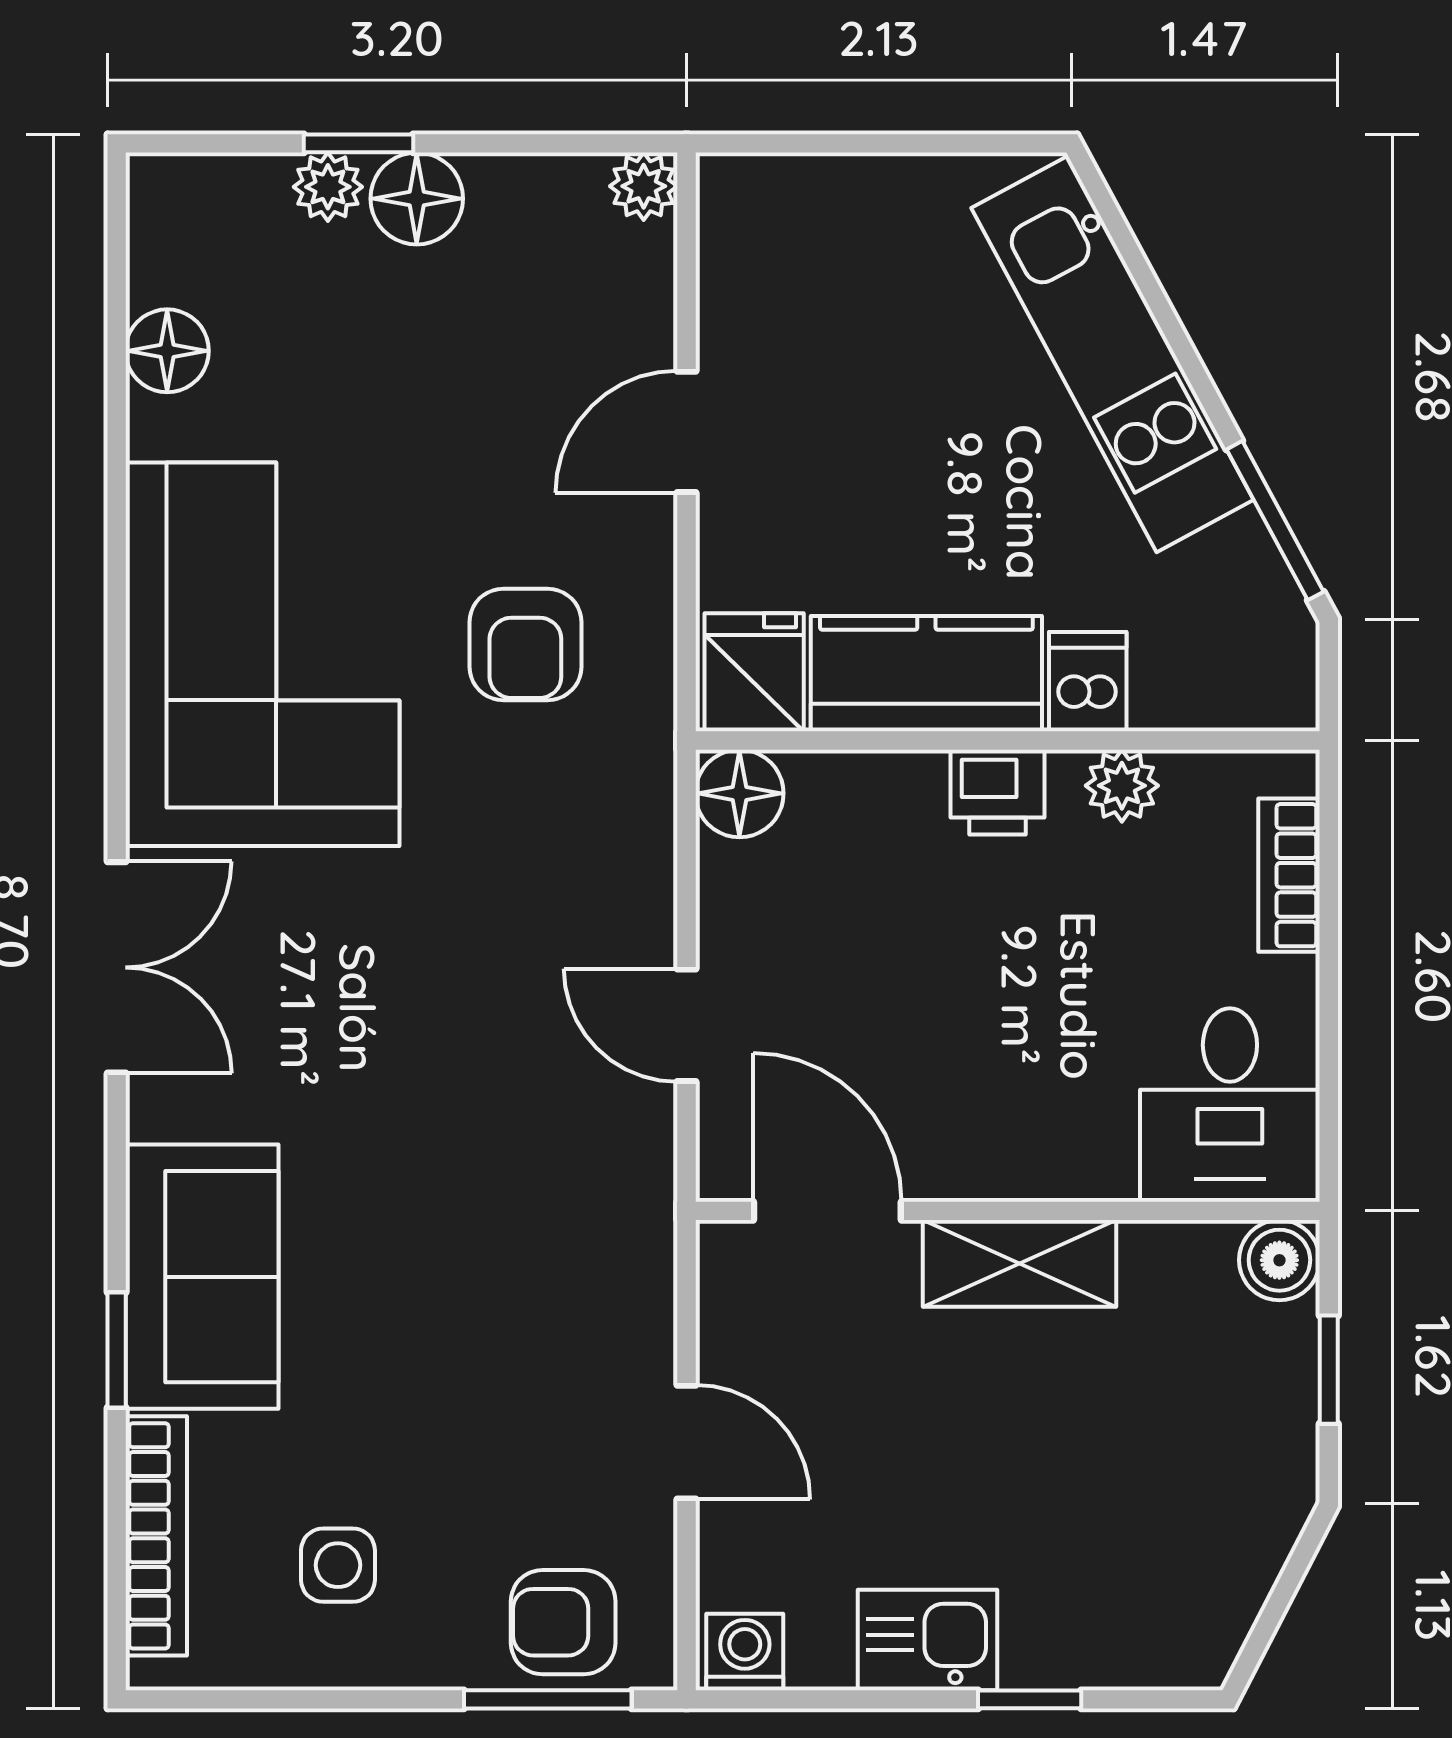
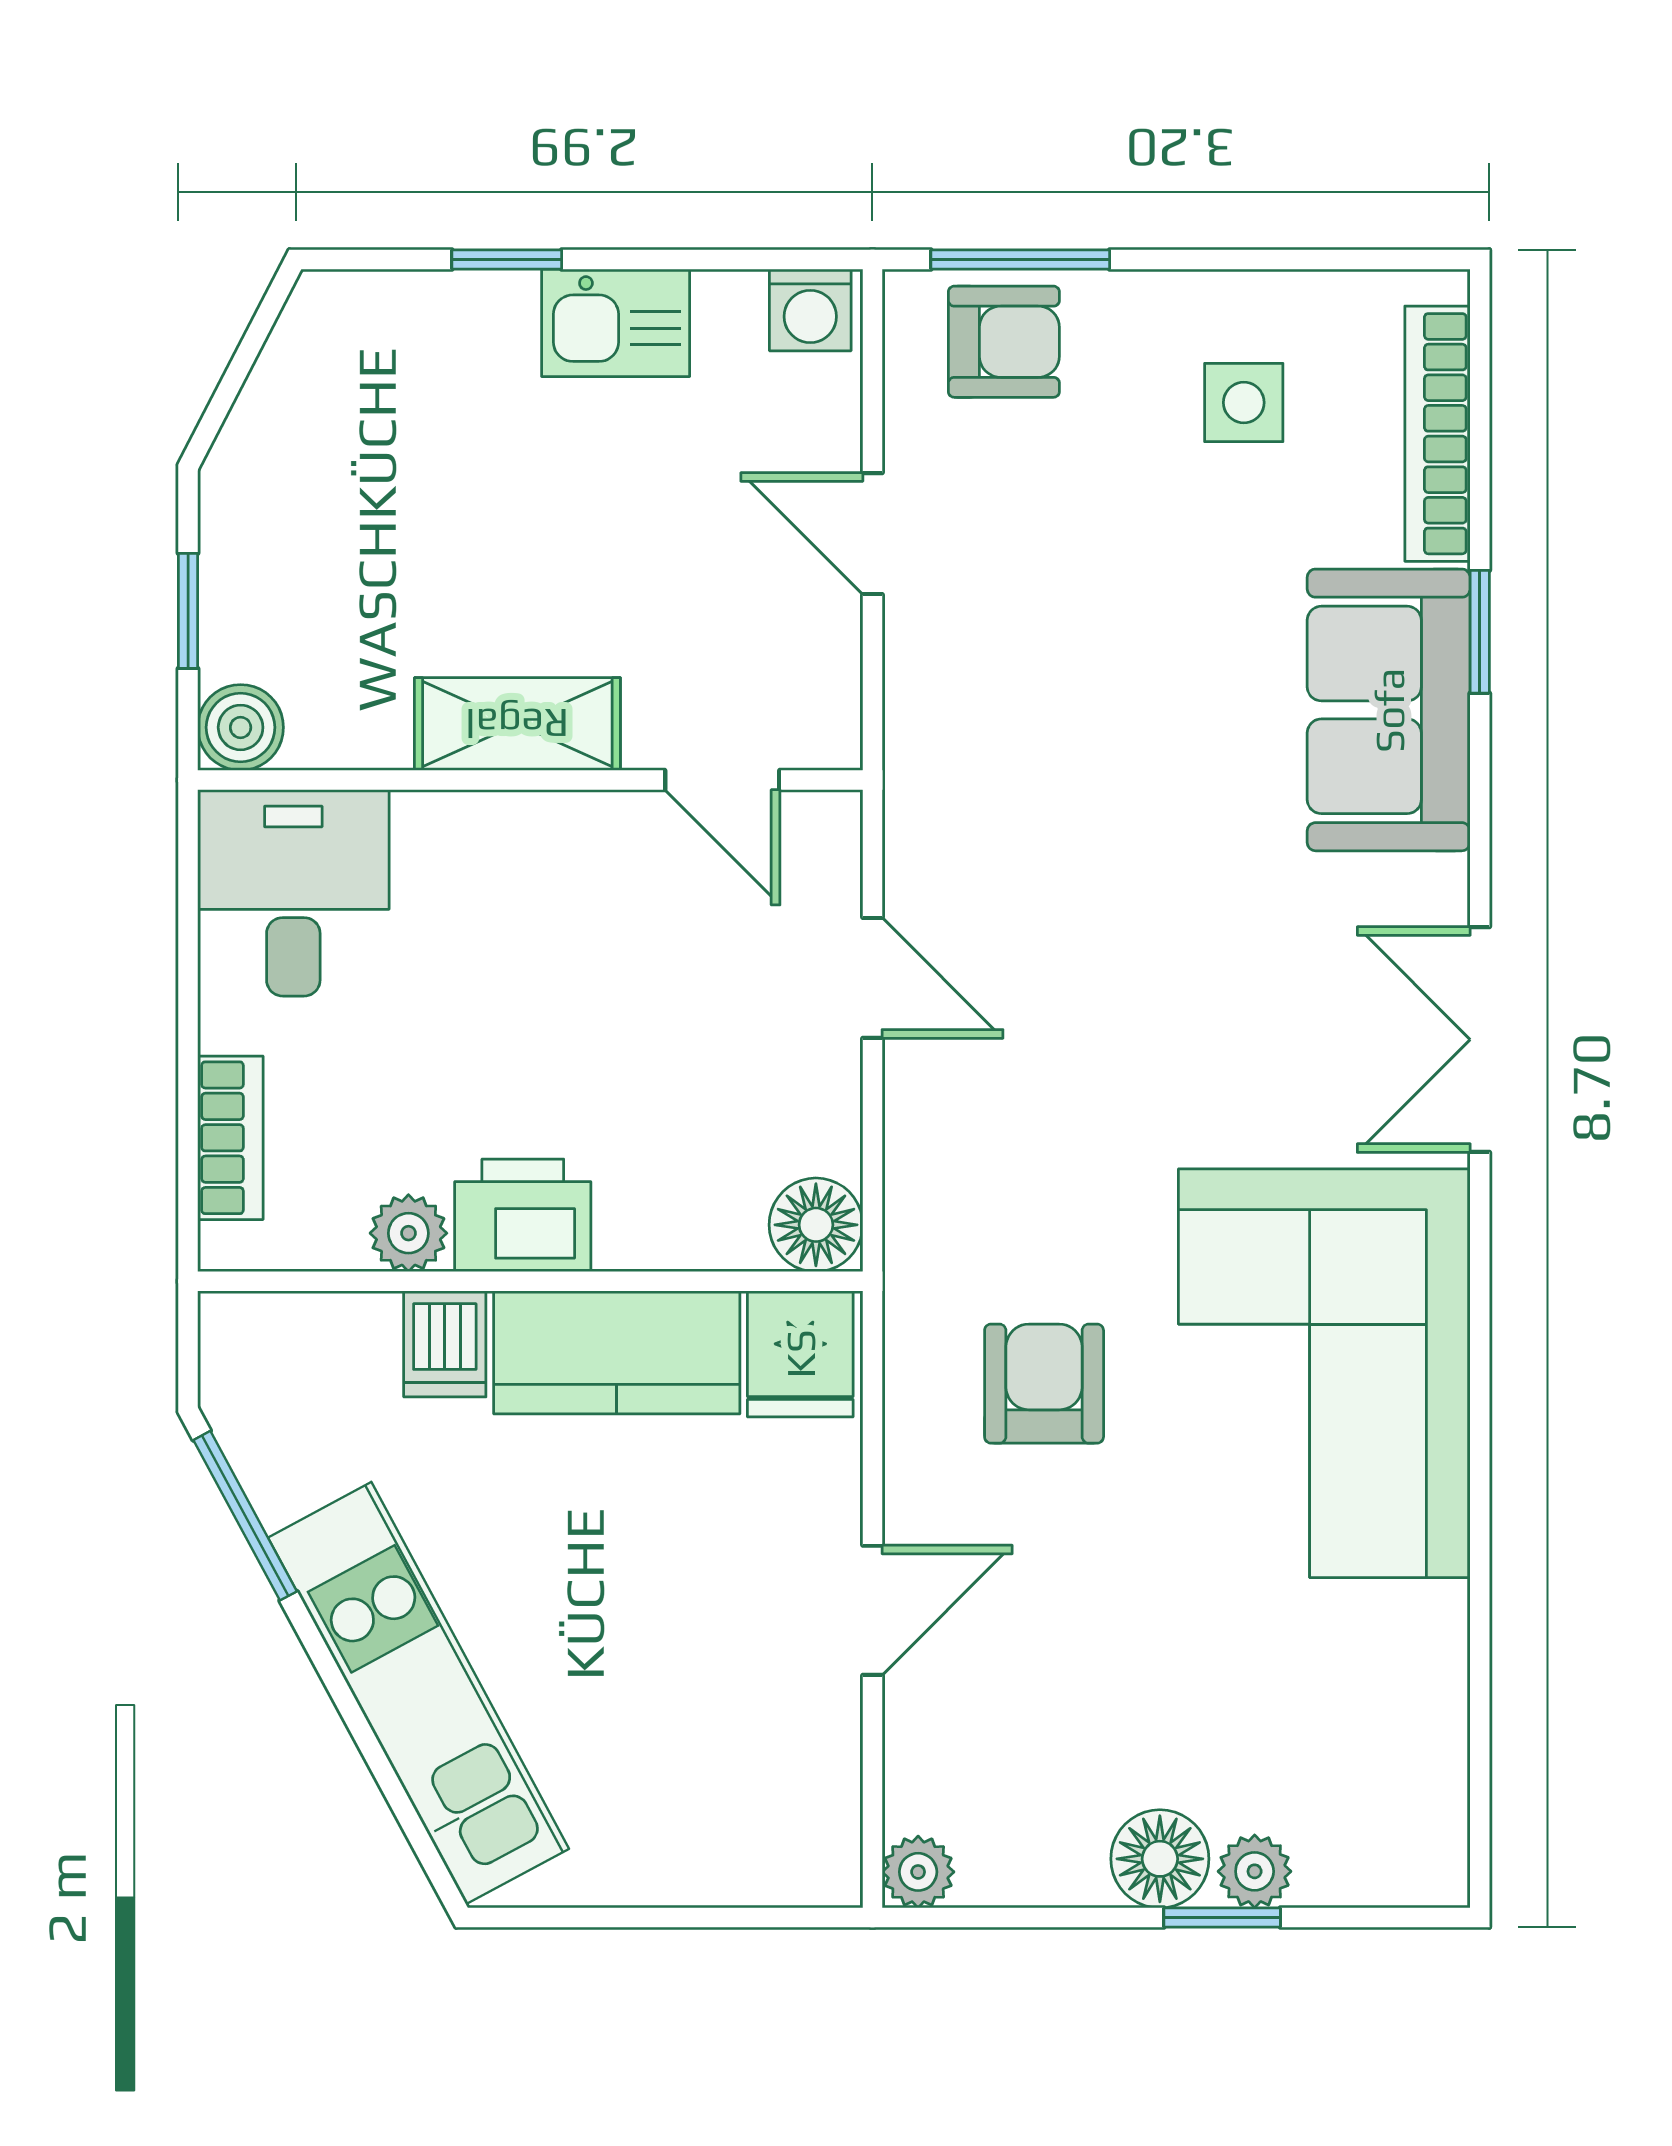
floor lamp: (167, 351) -> (1426, 1697), removed
printer: (998, 792) -> (523, 1215), width x1.36, depth x1.24
door: (827, 1211) -> (722, 780), width x0.73

